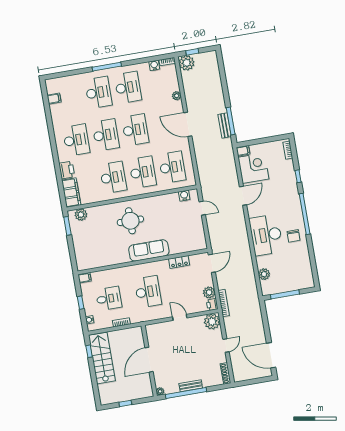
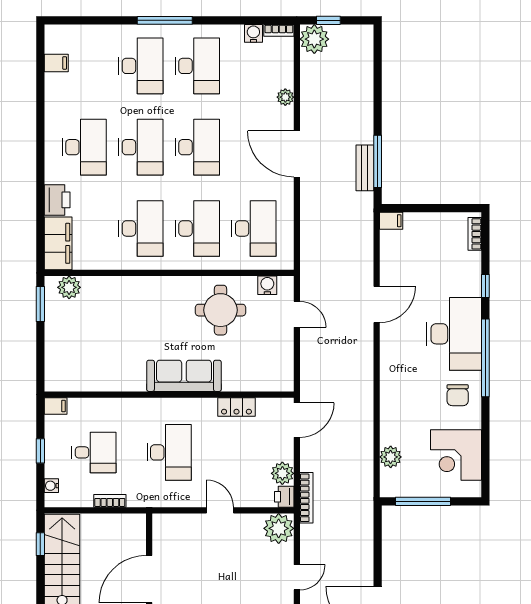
corner desk: (253, 168) -> (456, 455), moved, turned 180
round table: (130, 221) -> (220, 310), moved
desk: (266, 235) -> (454, 334), moved, turned 180

